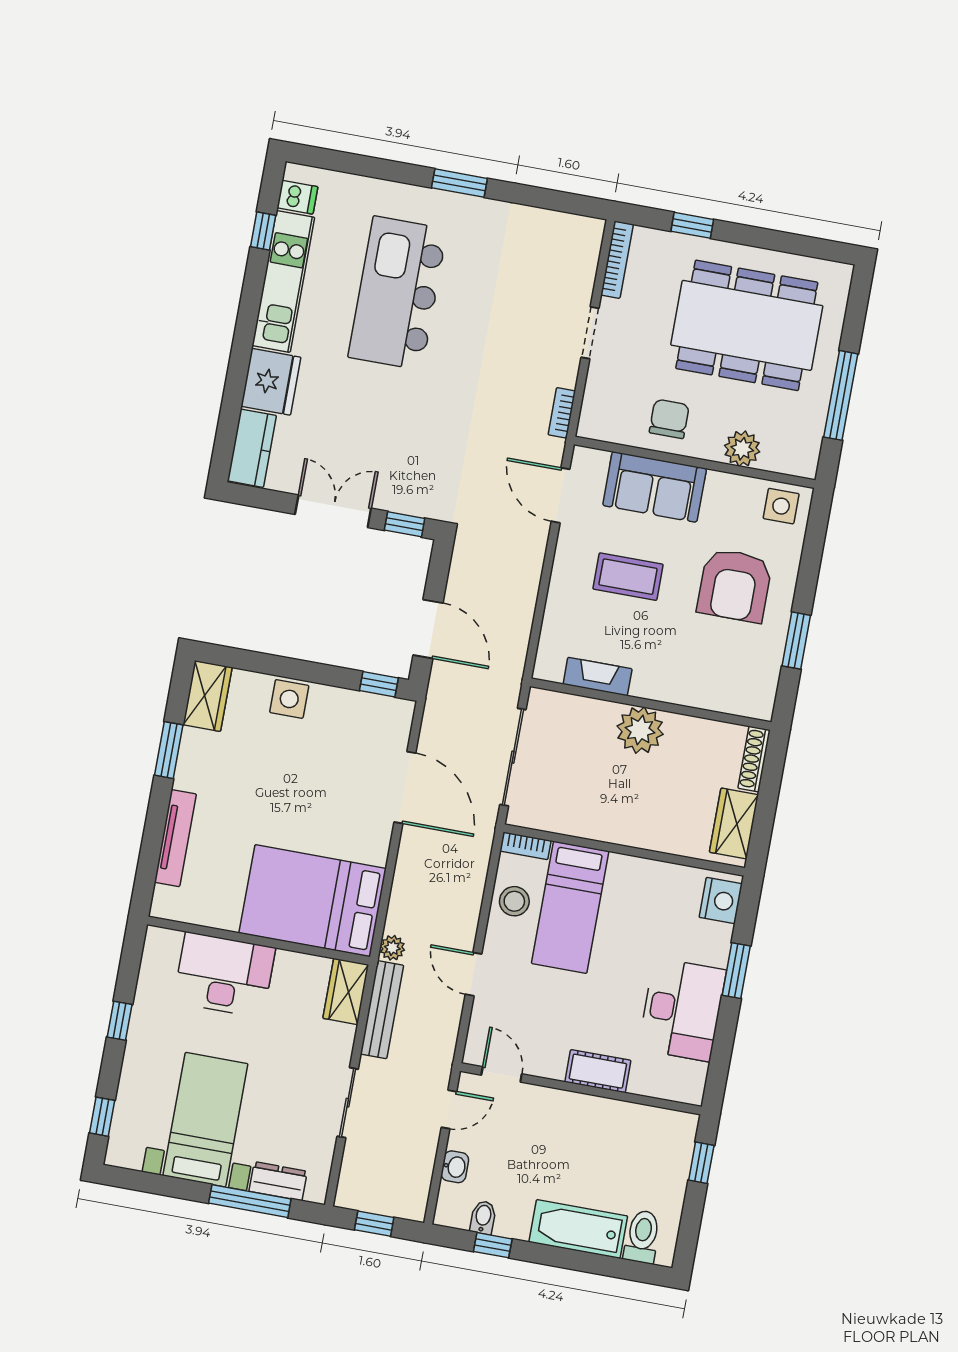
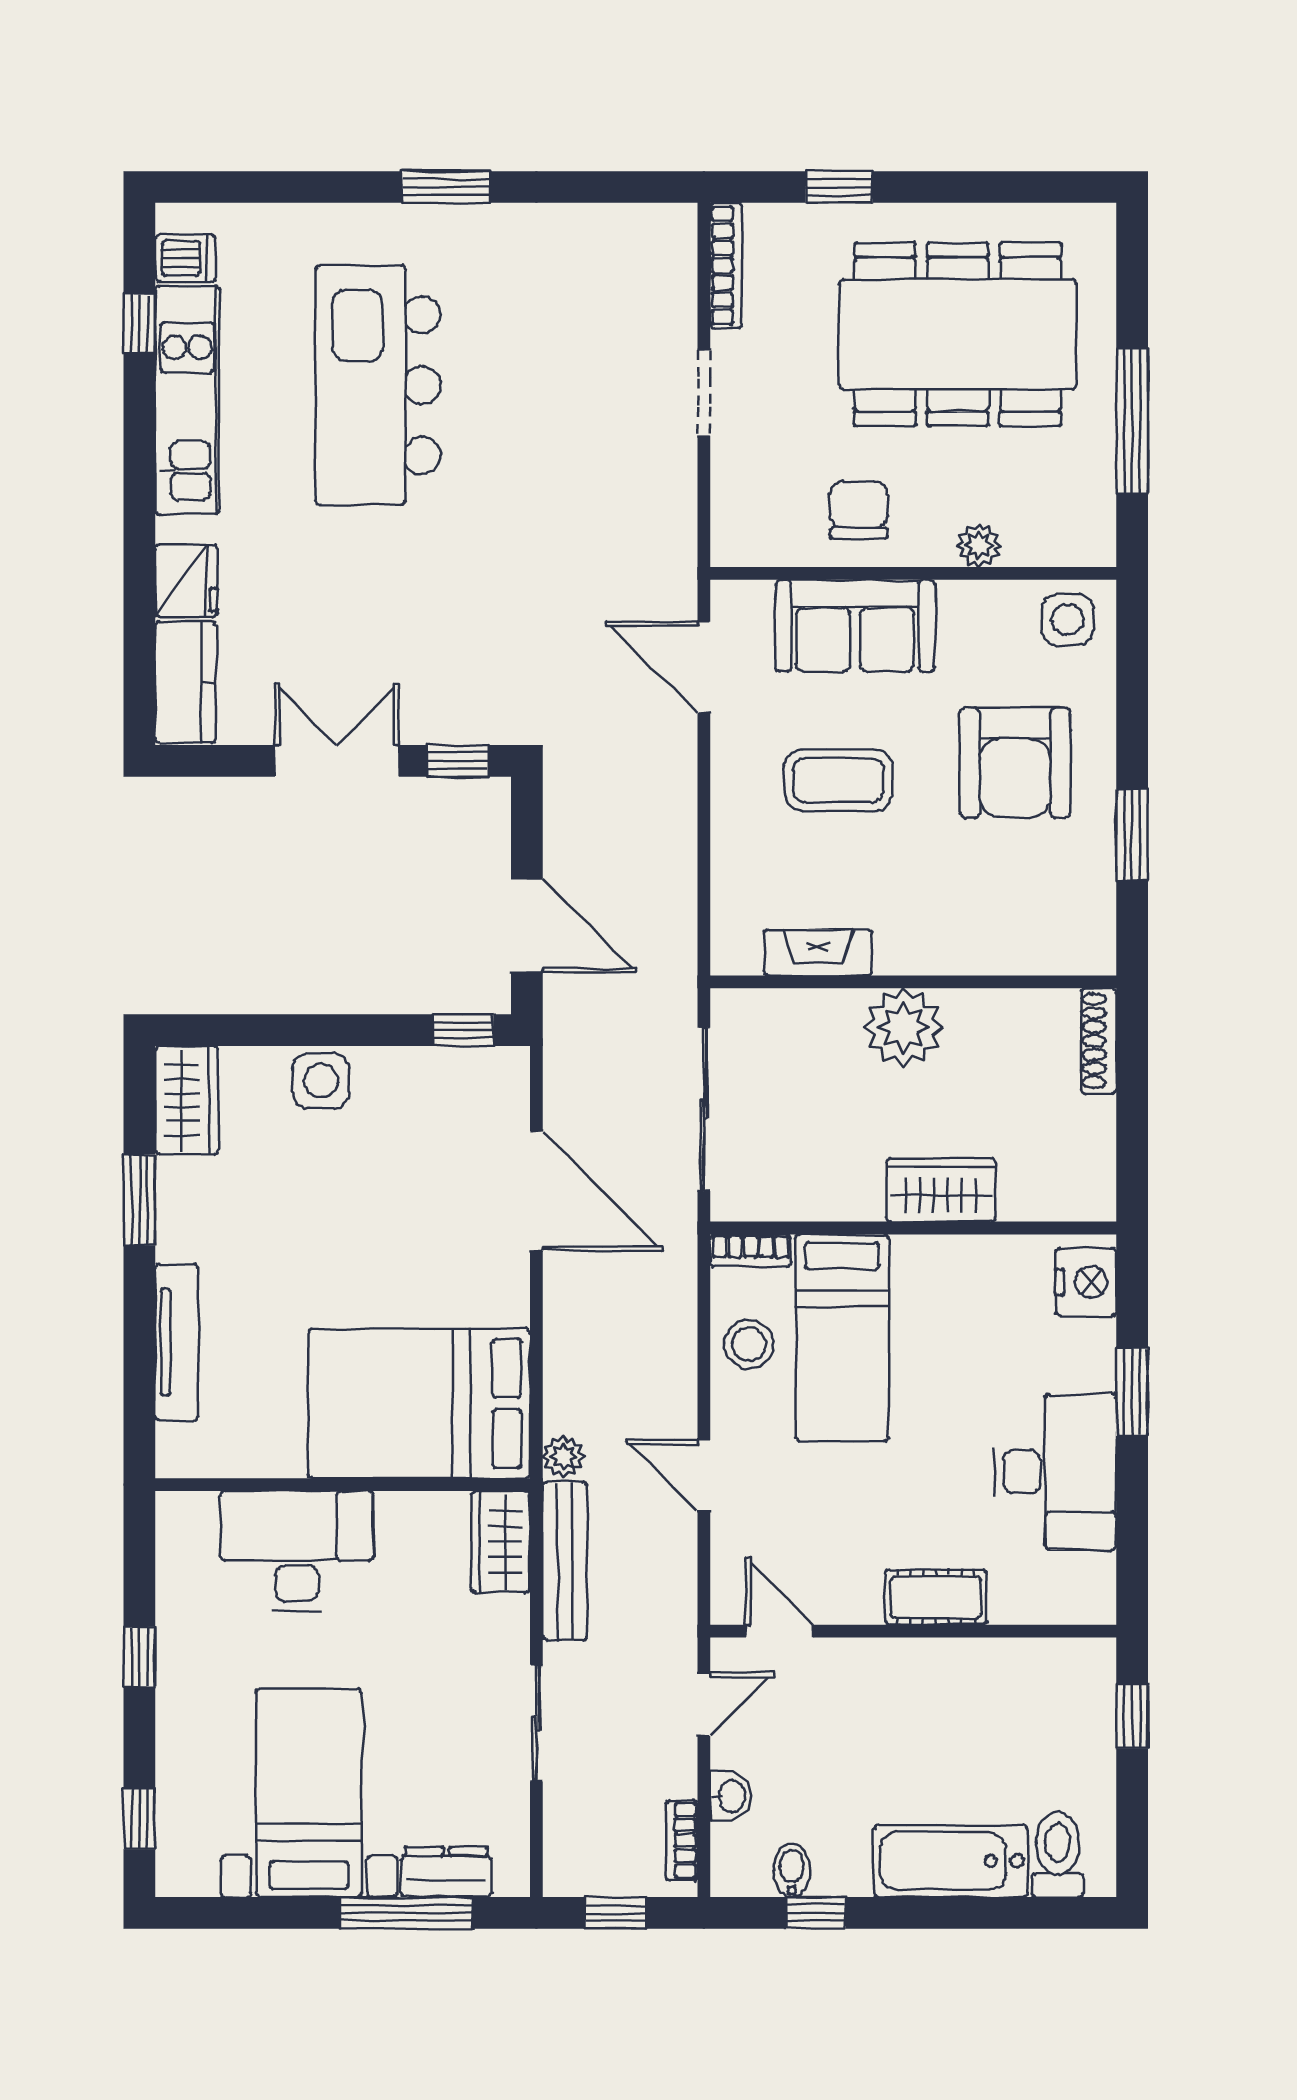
fridge: (271, 382) -> (186, 581), width x0.73, depth x0.75
bookcase: (562, 413) -> (682, 1840), moved
plant: (742, 449) -> (979, 545), width x0.73, depth x0.73
wardrobe: (734, 823) -> (941, 1190), moved, turned 90

